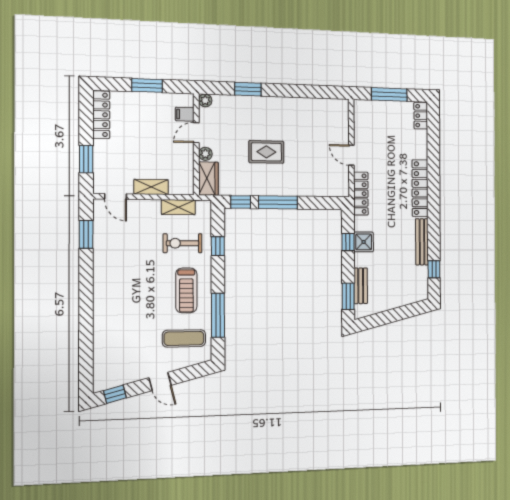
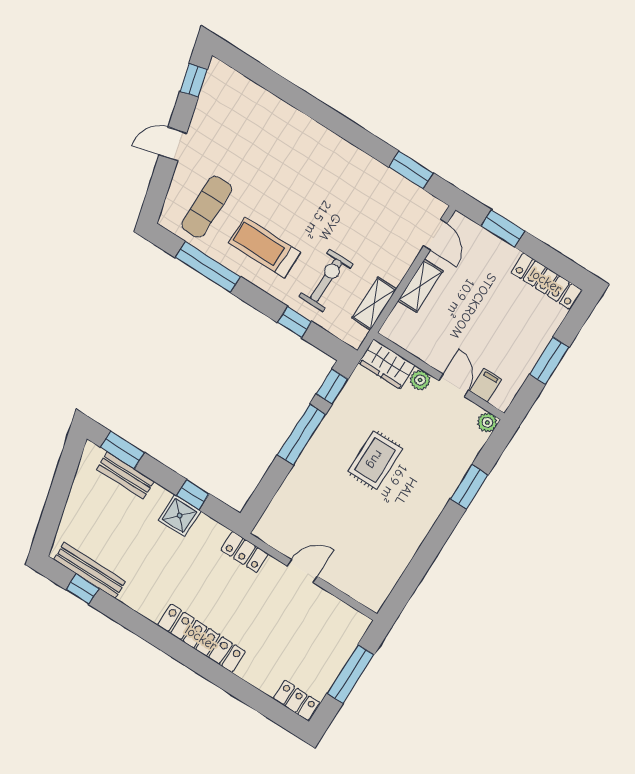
locker: (361, 194) -> (245, 552), width x0.66
door: (115, 197) -> (435, 235), swing flipped
bench: (422, 242) -> (90, 570), moved

